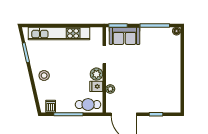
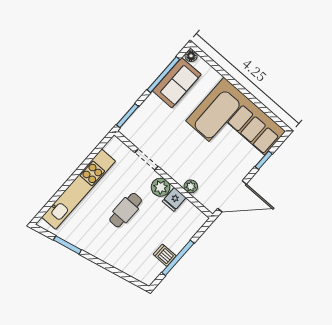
sofa: (125, 36) -> (177, 83), moved
stool: (44, 76) -> (111, 247), removed
corner sofa: (161, 85) -> (236, 126), added
cafe table: (88, 105) -> (126, 210), moved
dishwasher: (51, 106) -> (165, 255), moved

